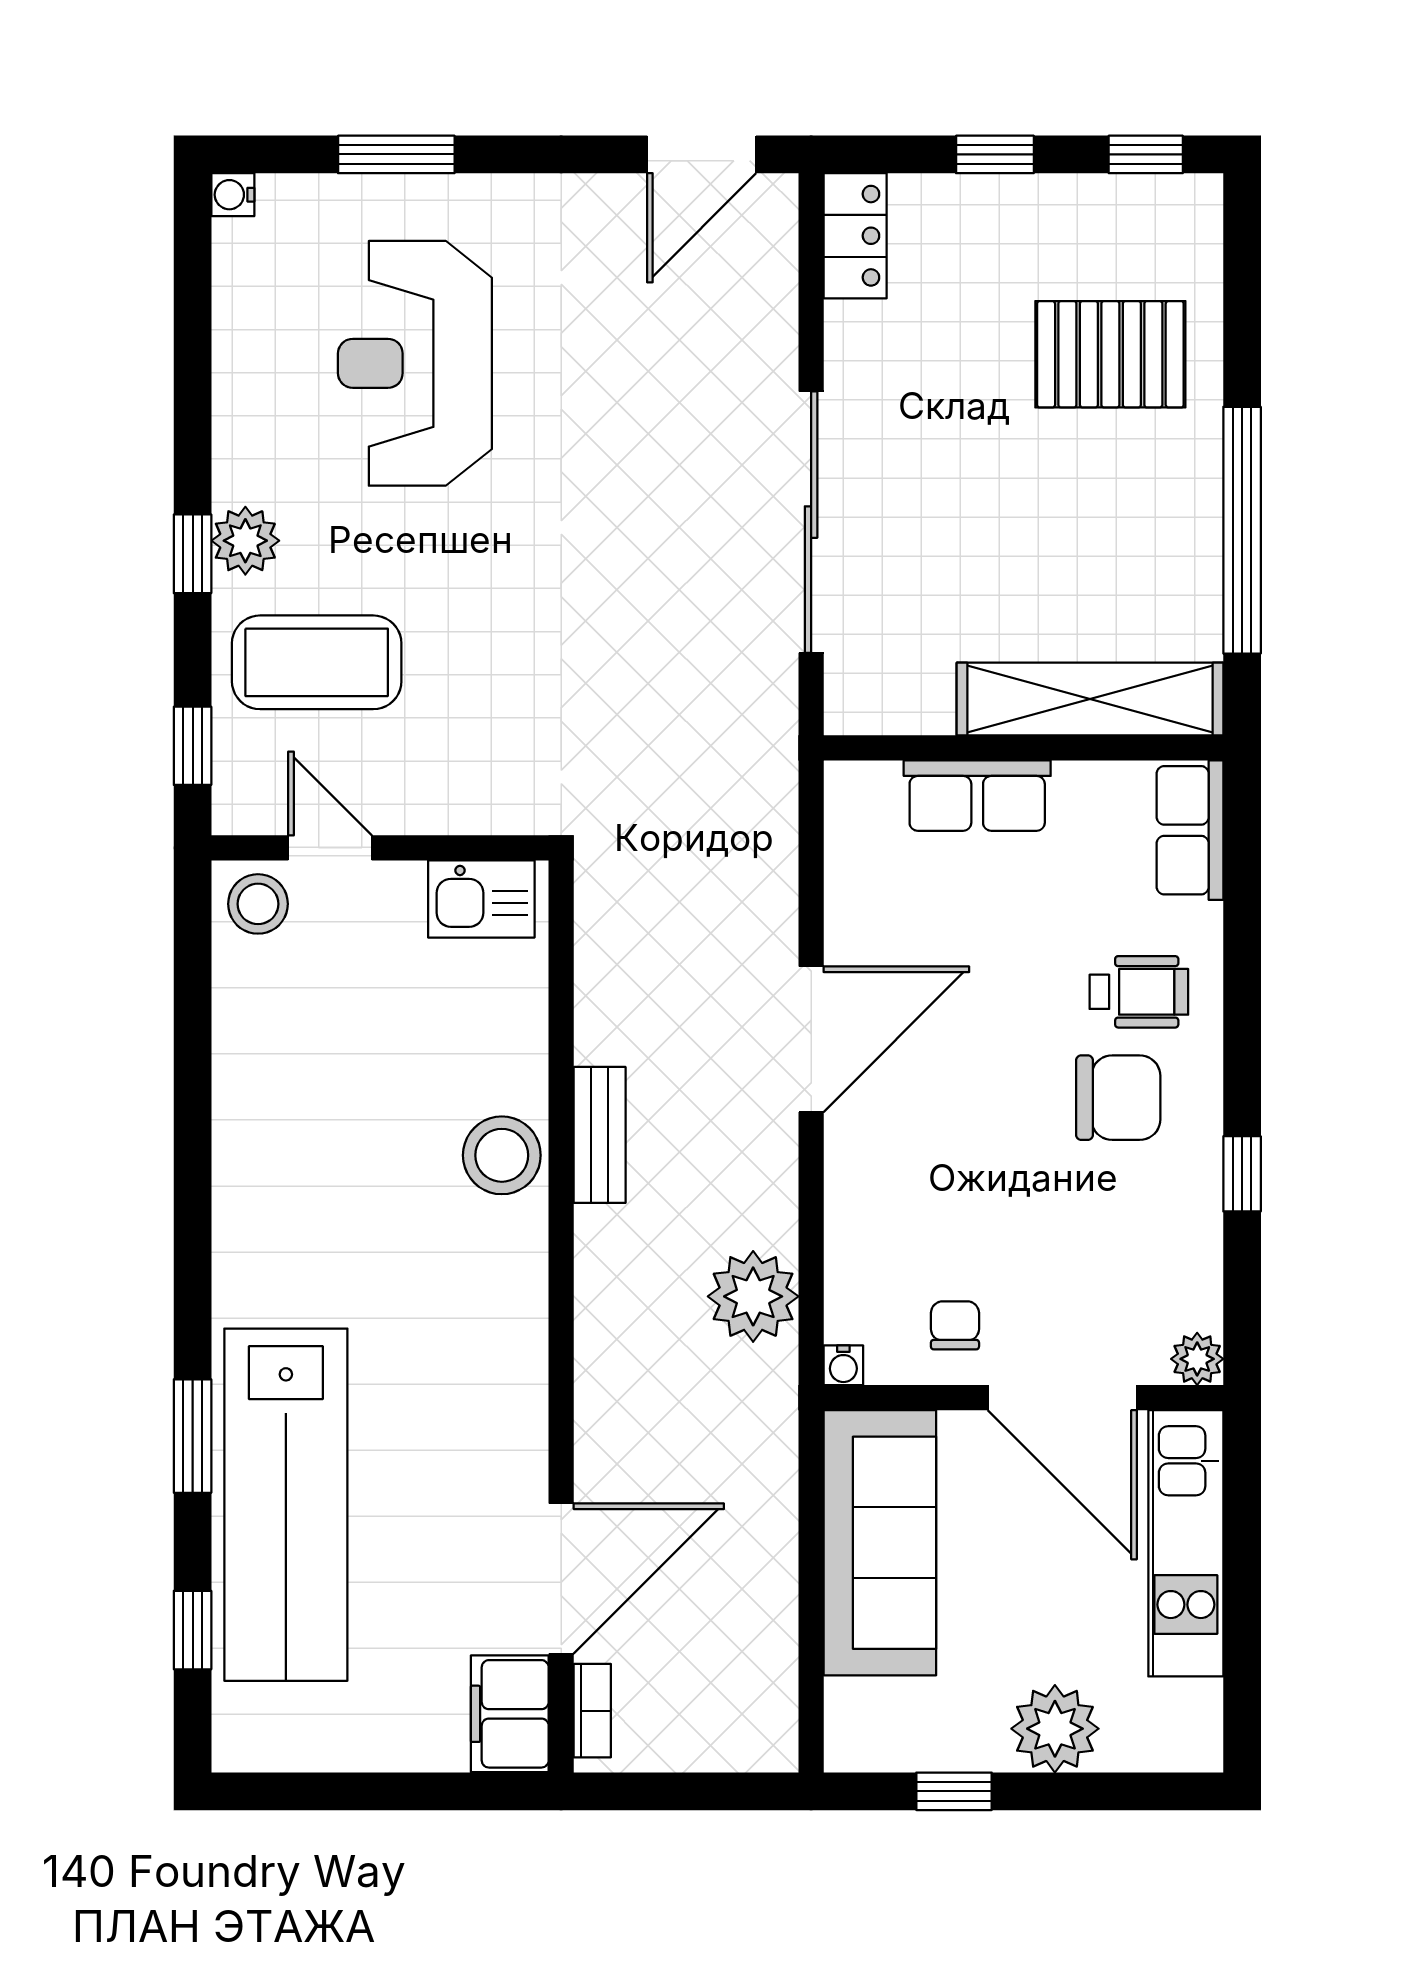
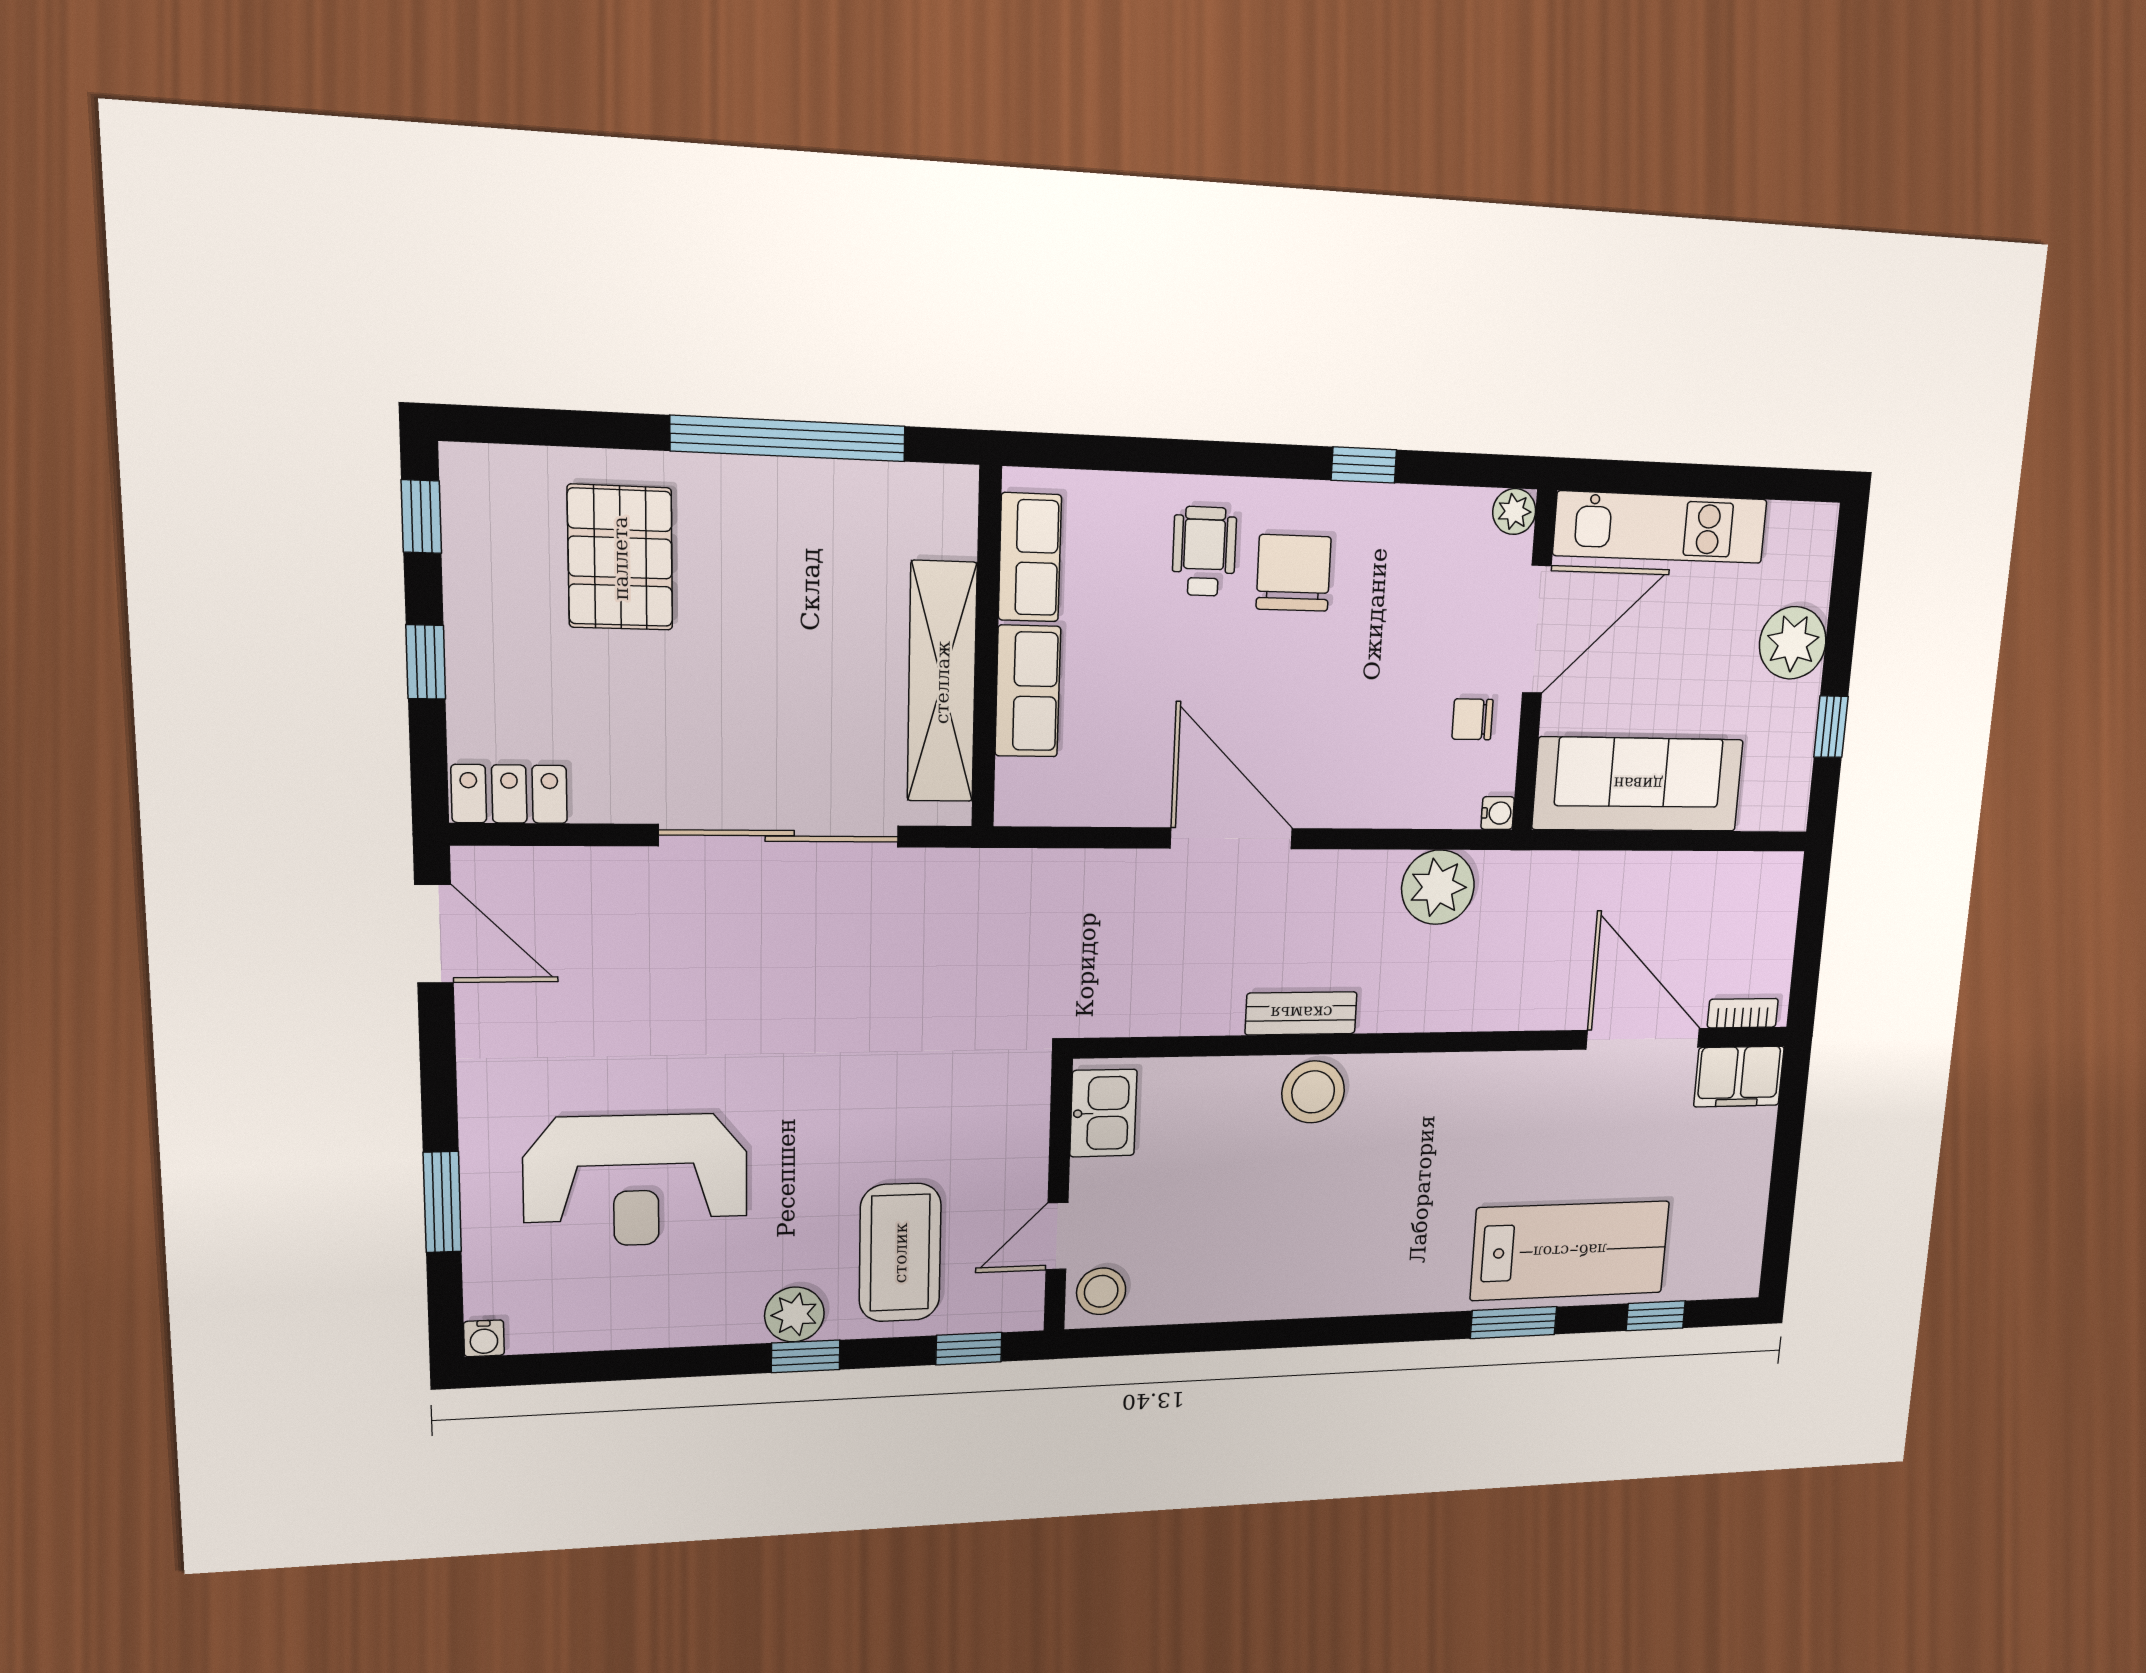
shelving: (1090, 699) -> (942, 682), moved
row of seats: (1190, 830) -> (1030, 557), moved, turned -90
lab bench: (286, 1505) -> (1570, 1251), width x0.73

